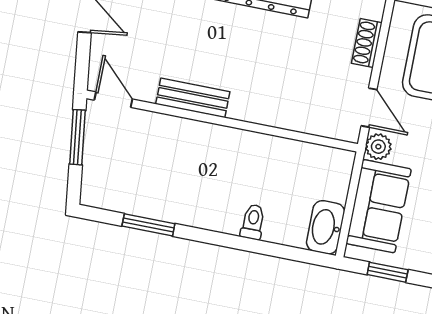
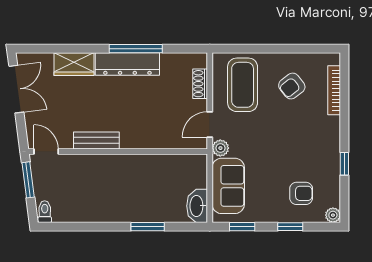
door: (369, 108) -> (210, 124), swing flipped
toilet: (253, 222) -> (45, 212), moved
window: (148, 225) -> (148, 227), moved

